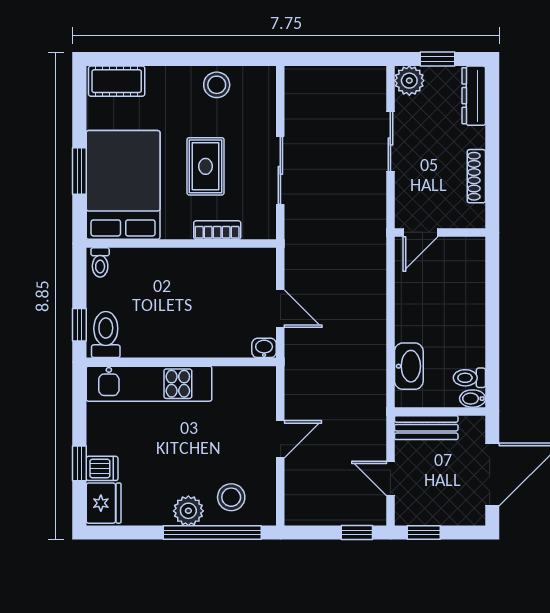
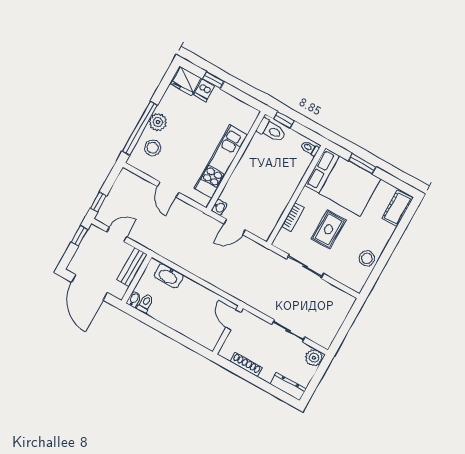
window: (437, 59) -> (317, 378), removed
rug: (205, 166) -> (329, 229), turned 90
kitchen unit: (149, 384) -> (221, 162), moved

